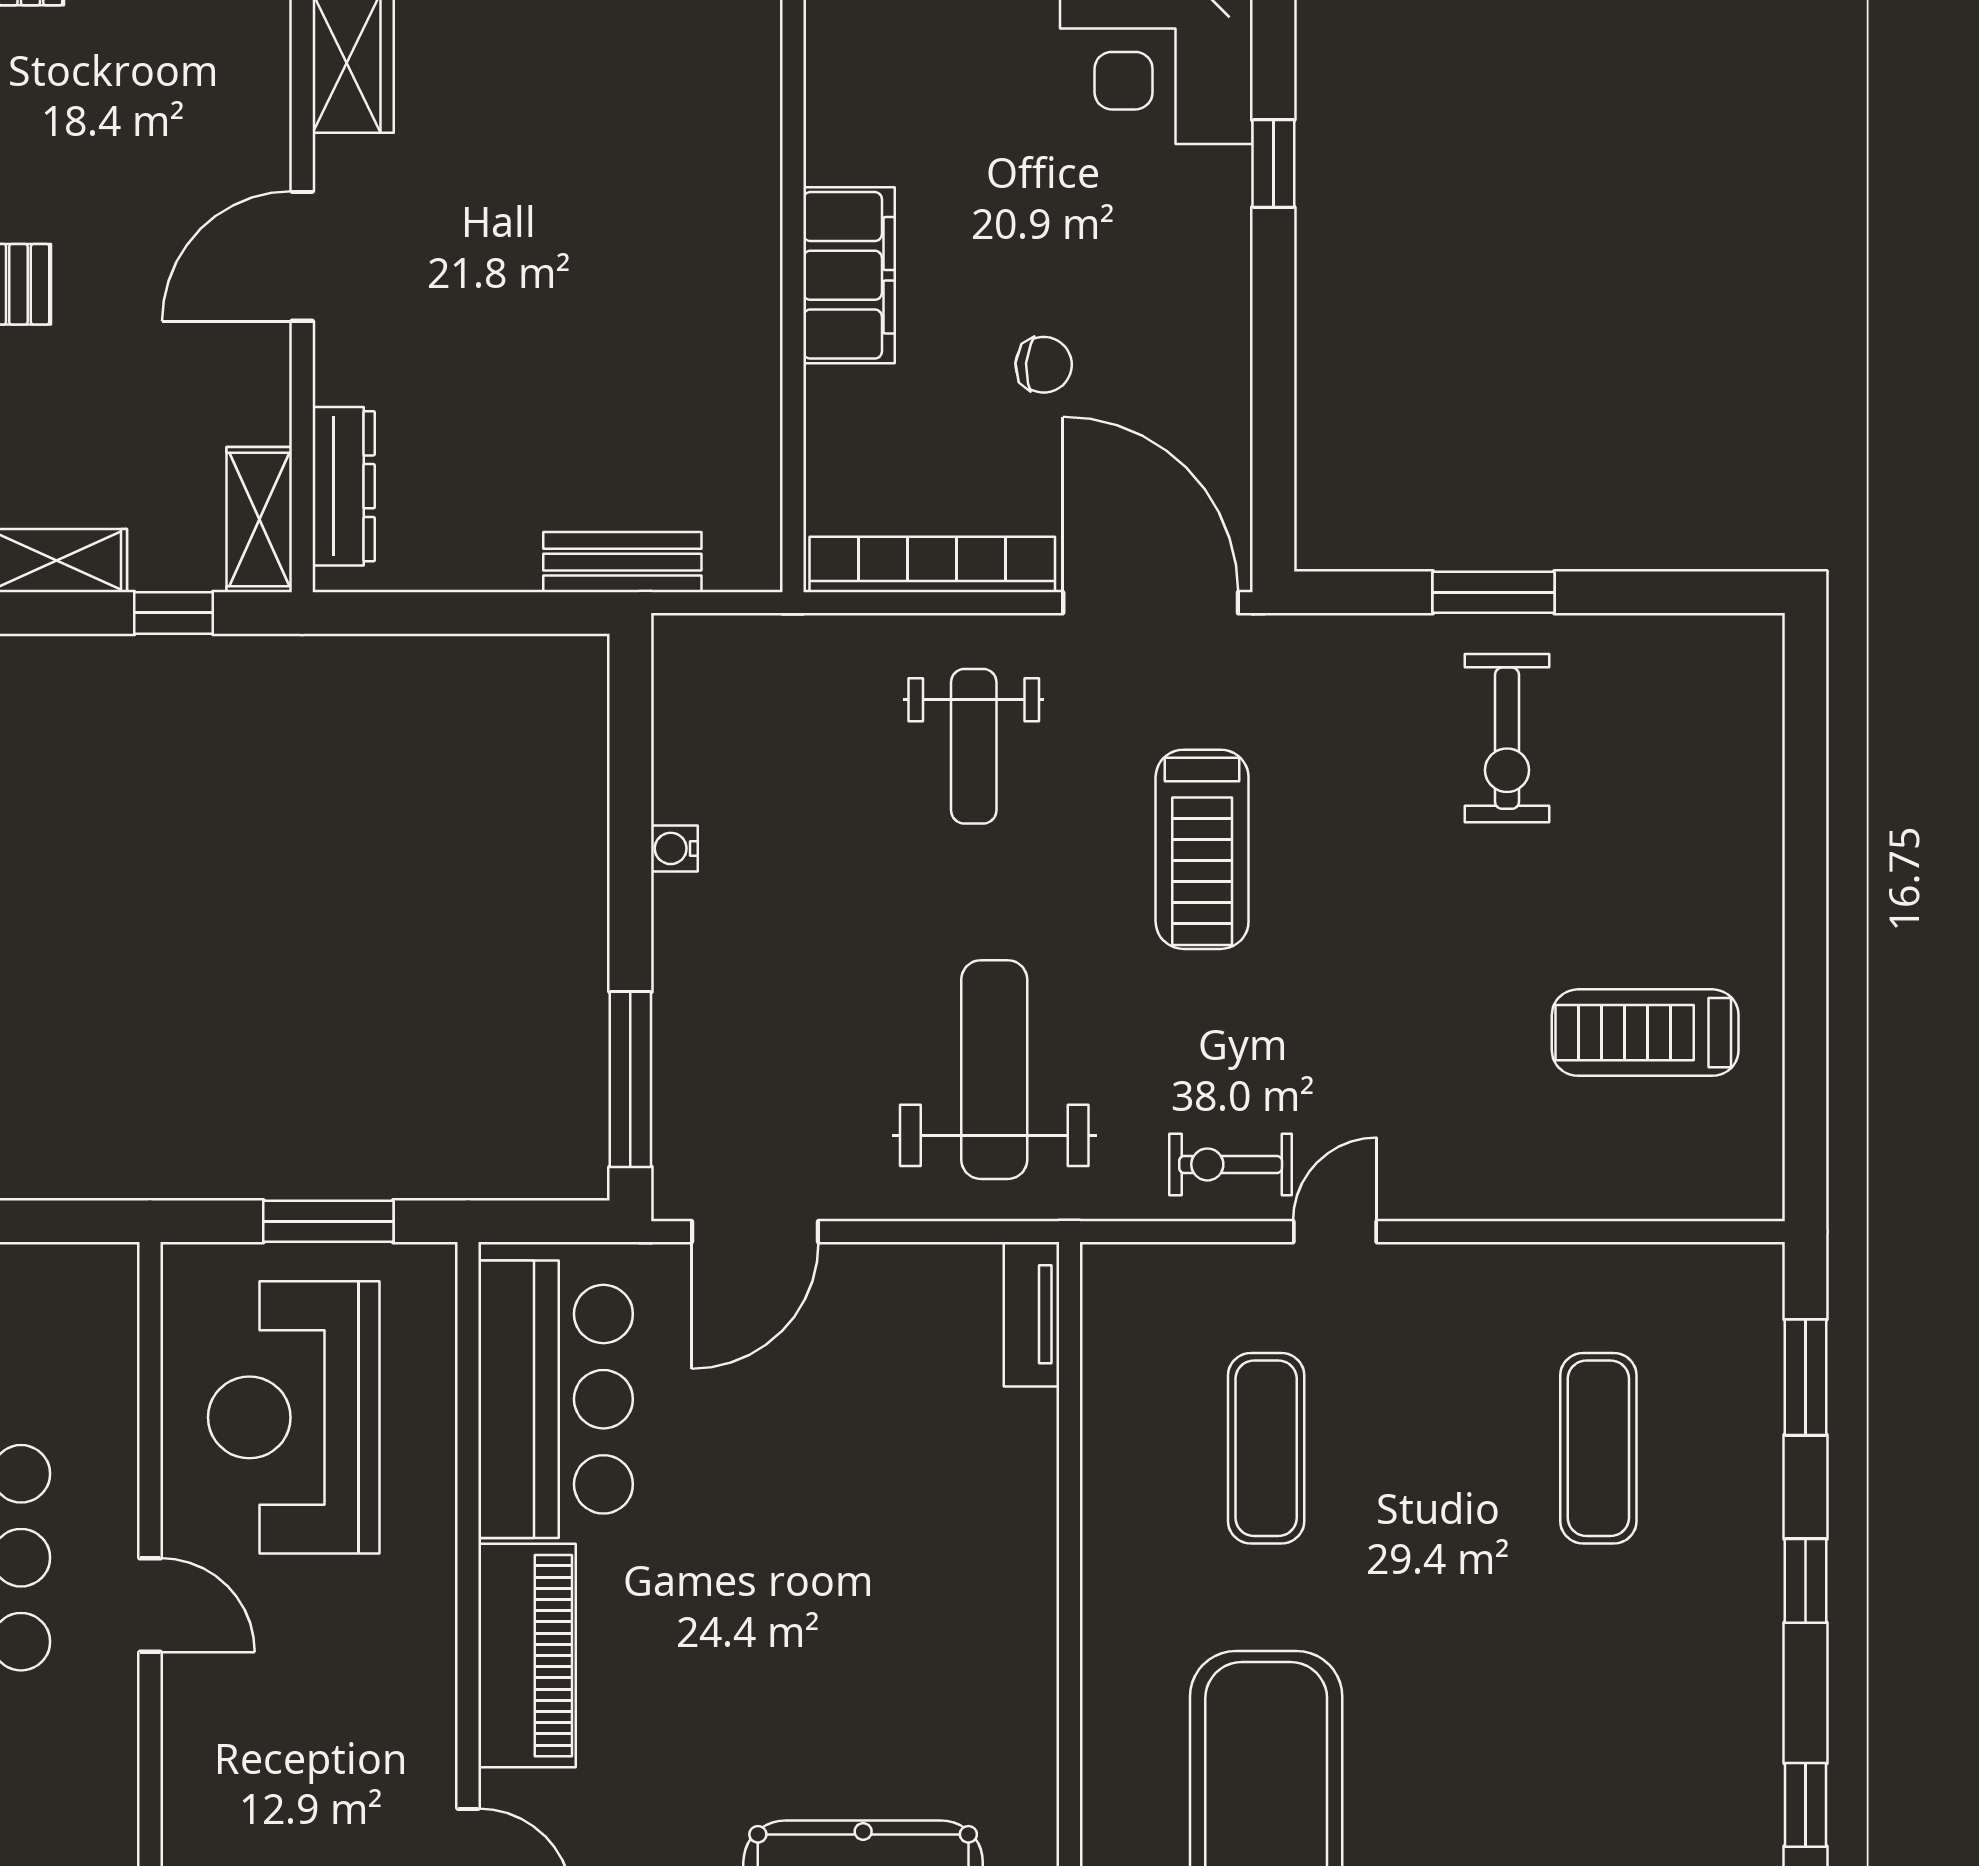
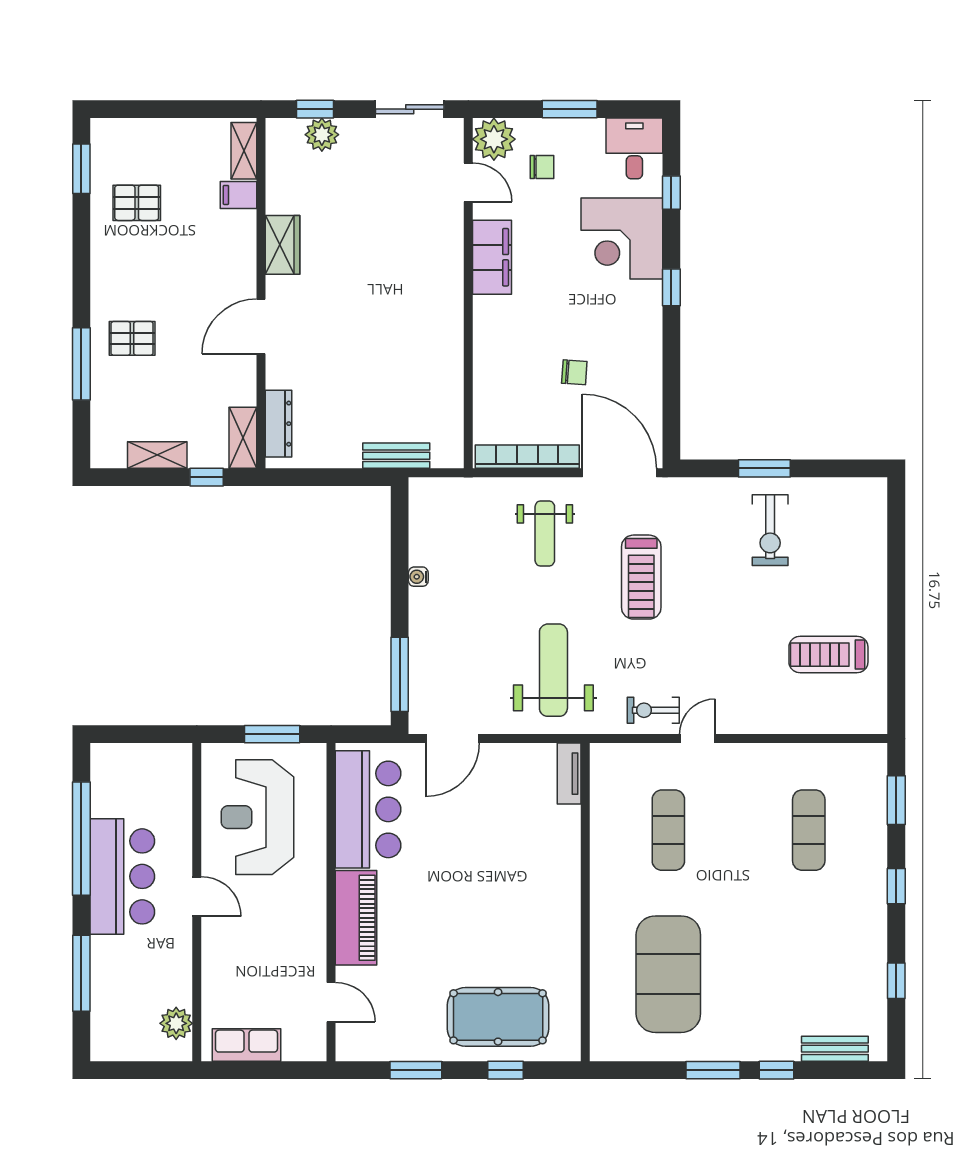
filing cabinet: (849, 275) -> (492, 257), moved

